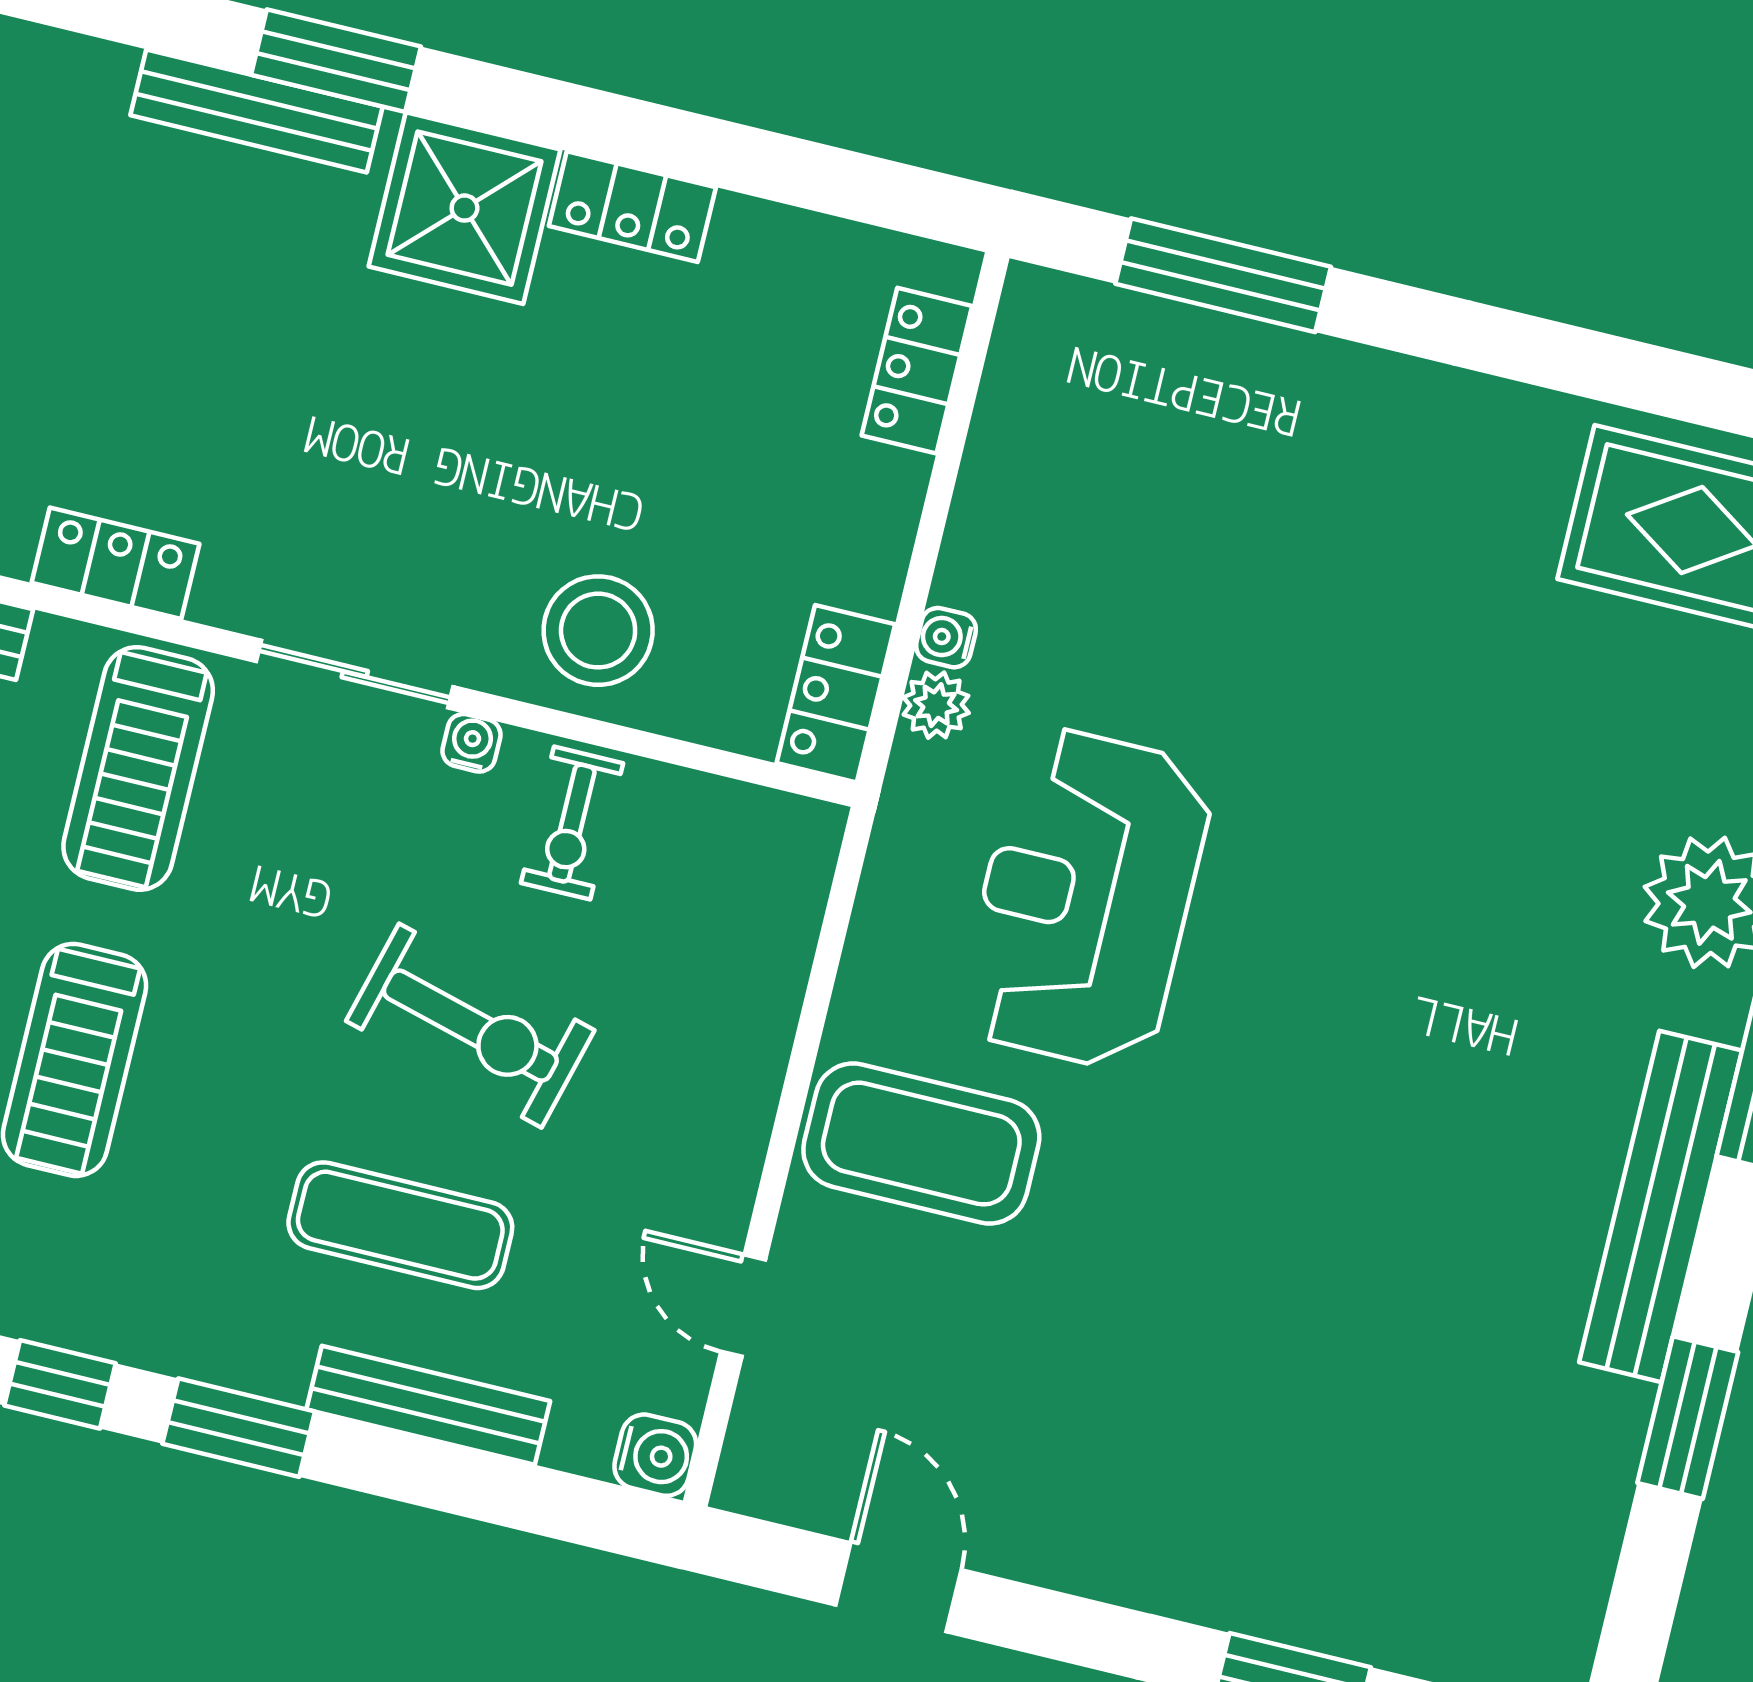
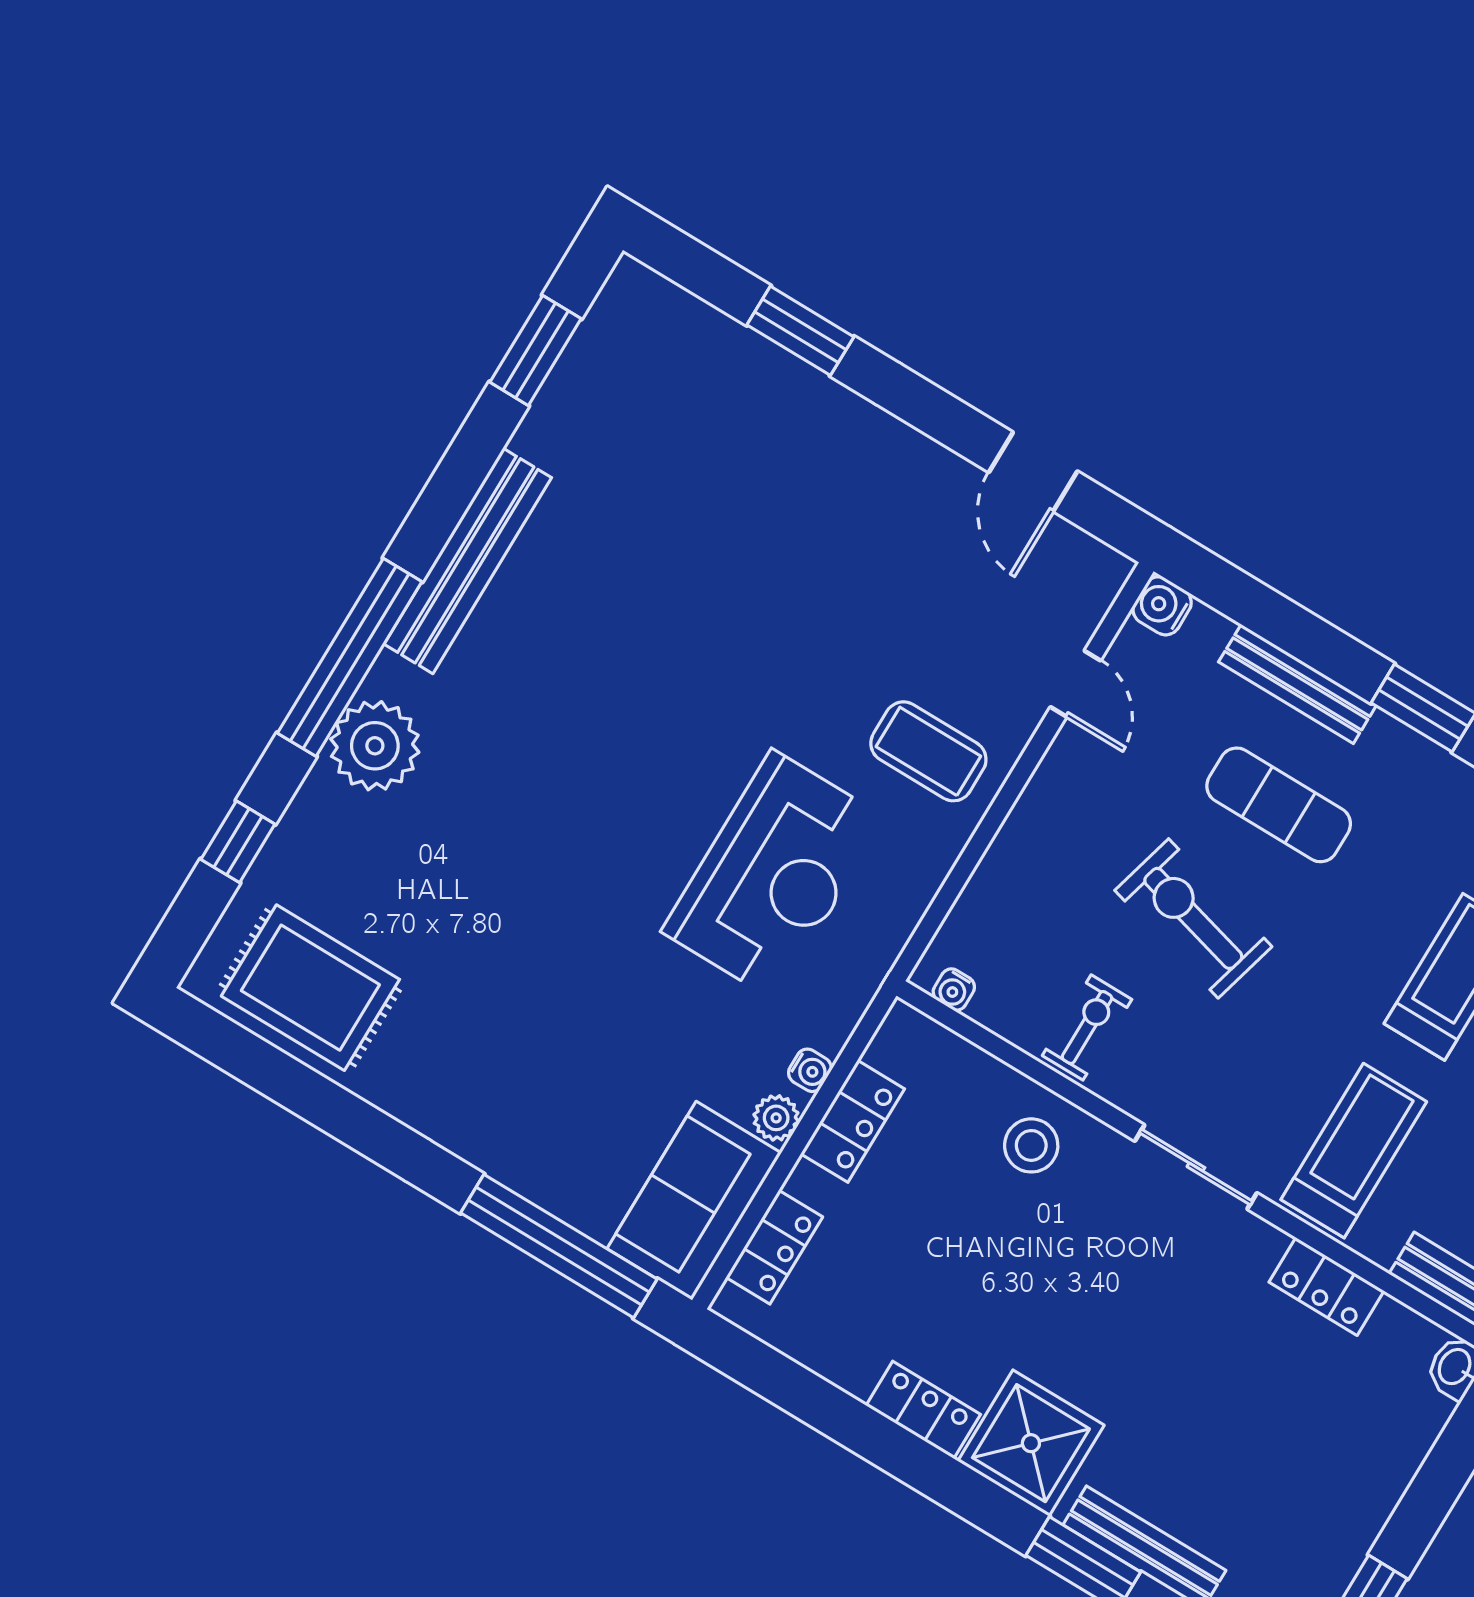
window: (1223, 275) -> (559, 1246), width x1.46
sofa: (1051, 400) -> (694, 1201), added
stool: (598, 631) -> (1031, 1145), width x0.73, depth x0.73
locker: (836, 694) -> (853, 1121), moved
plant: (936, 705) -> (776, 1118), moved
water cooler: (471, 743) -> (954, 990), moved
coffee table: (921, 1144) -> (928, 751), width x0.73, depth x0.76
window: (1688, 1418) -> (536, 350), moved

